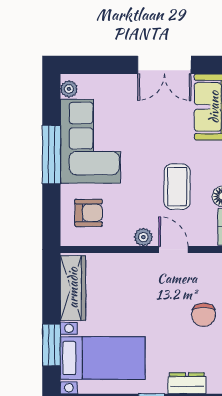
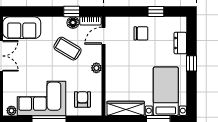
coffee table: (177, 187) -> (68, 49), turned 31
door: (173, 250) -> (104, 36), moved

